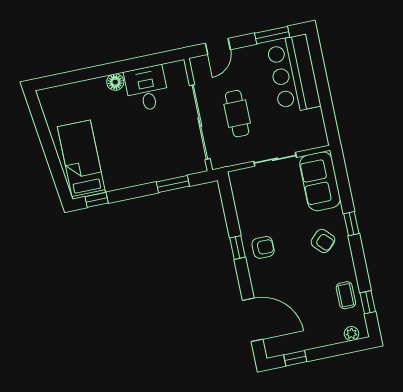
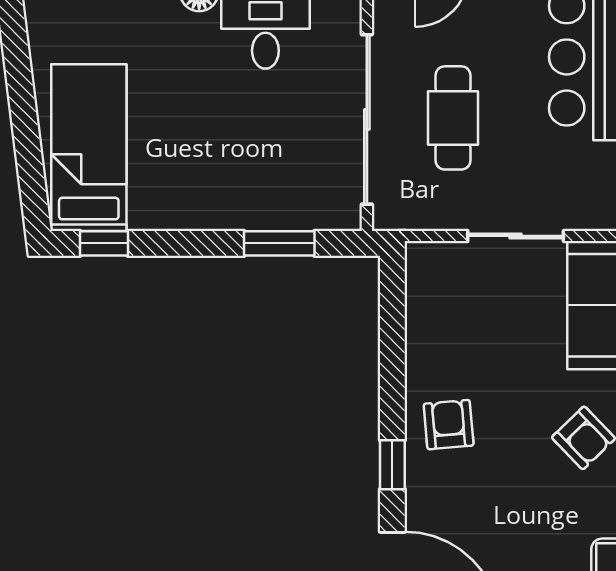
window: (238, 247) -> (392, 465), moved
armchair: (263, 247) -> (449, 425), turned -95

